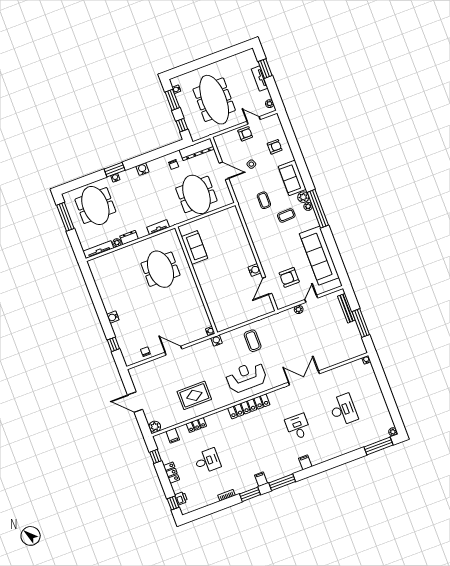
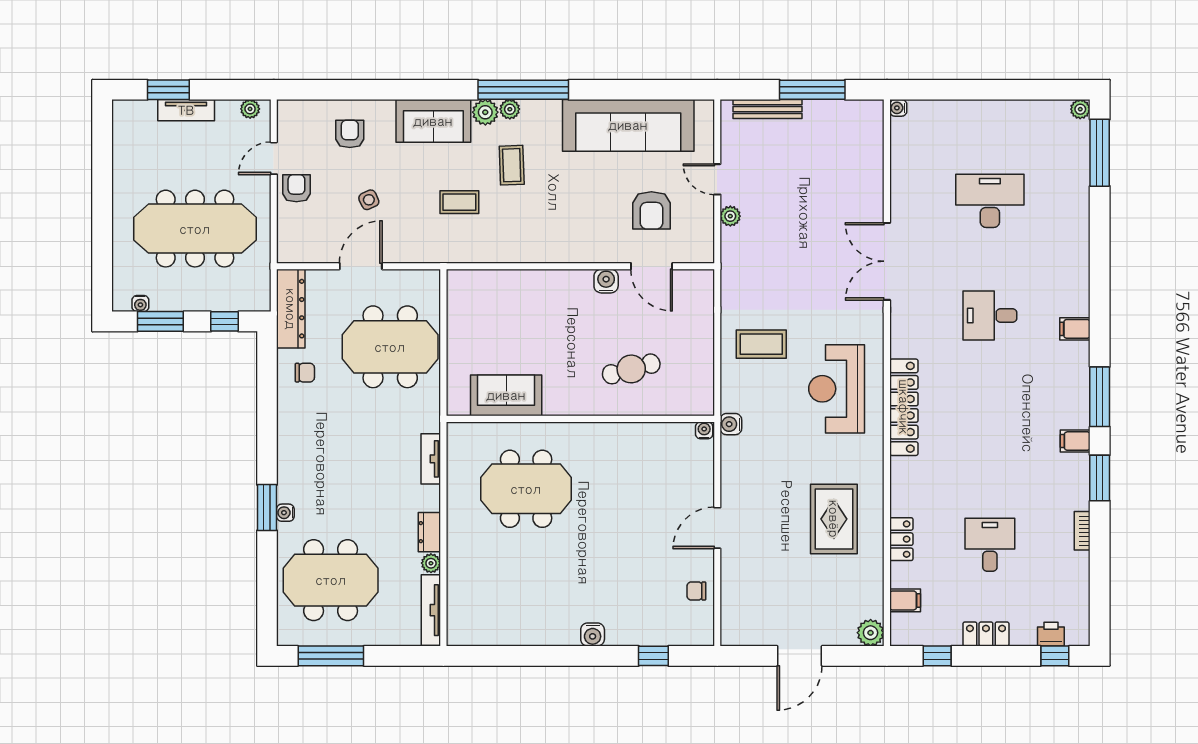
water cooler: (142, 169) -> (289, 445), removed
cafe table: (223, 293) -> (631, 369), added

